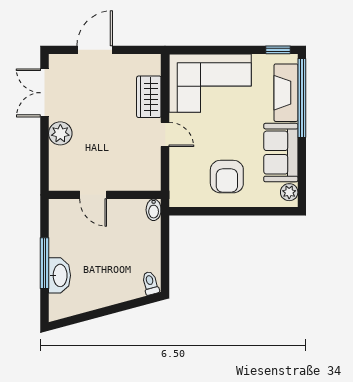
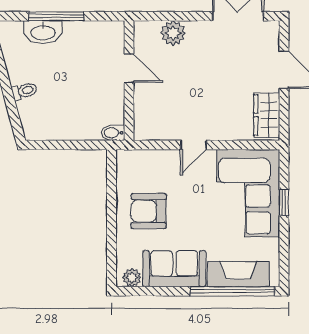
window: (278, 50) -> (284, 202), moved
wardrobe: (149, 97) -> (267, 115), moved, turned -90
plant: (60, 133) -> (173, 33), moved
door: (93, 195) -> (129, 68), swing flipped
toilet: (150, 283) -> (24, 91), moved

